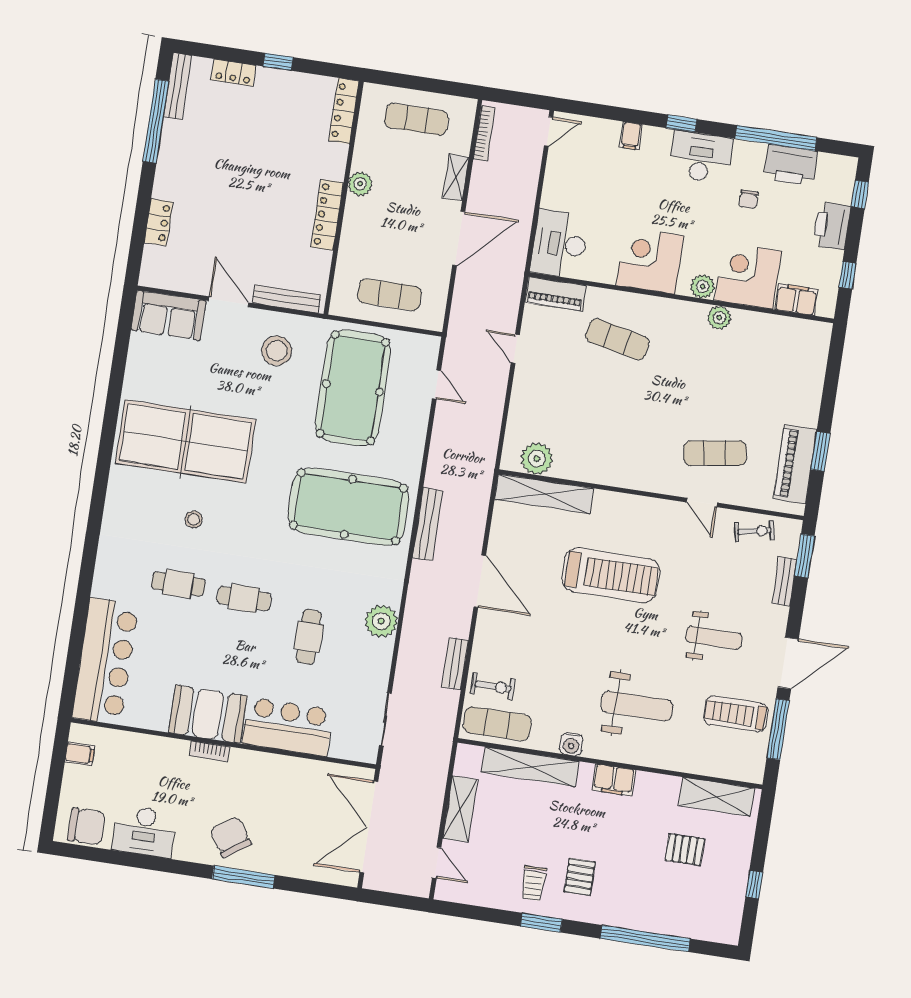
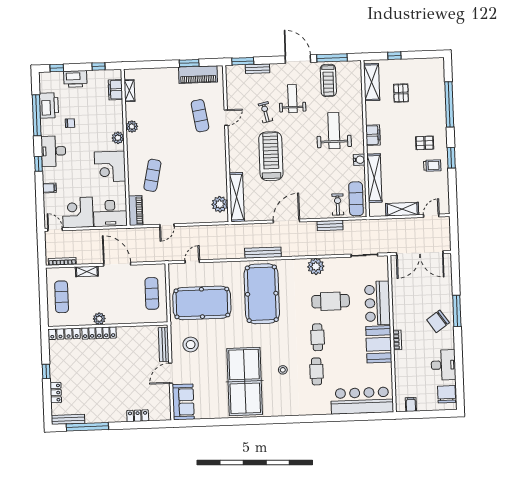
locker: (327, 215) -> (99, 333), moved
corner desk: (748, 276) -> (78, 213), moved, turned 90
shelving: (789, 326) -> (129, 91), added
exercise bike: (754, 531) -> (265, 112), moved
cafe table: (309, 637) -> (331, 301), width x1.37, depth x1.35
window: (754, 885) -> (394, 56), moved

